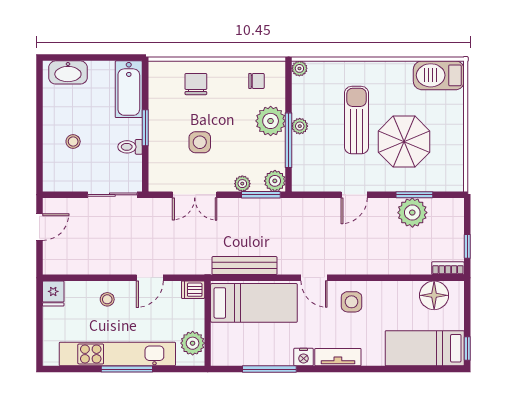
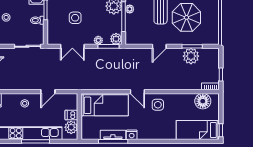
bench: (244, 266) -> (100, 85), removed
dishwasher: (193, 290) -> (71, 115), moved
tv unit: (338, 357) -> (113, 135), moved

